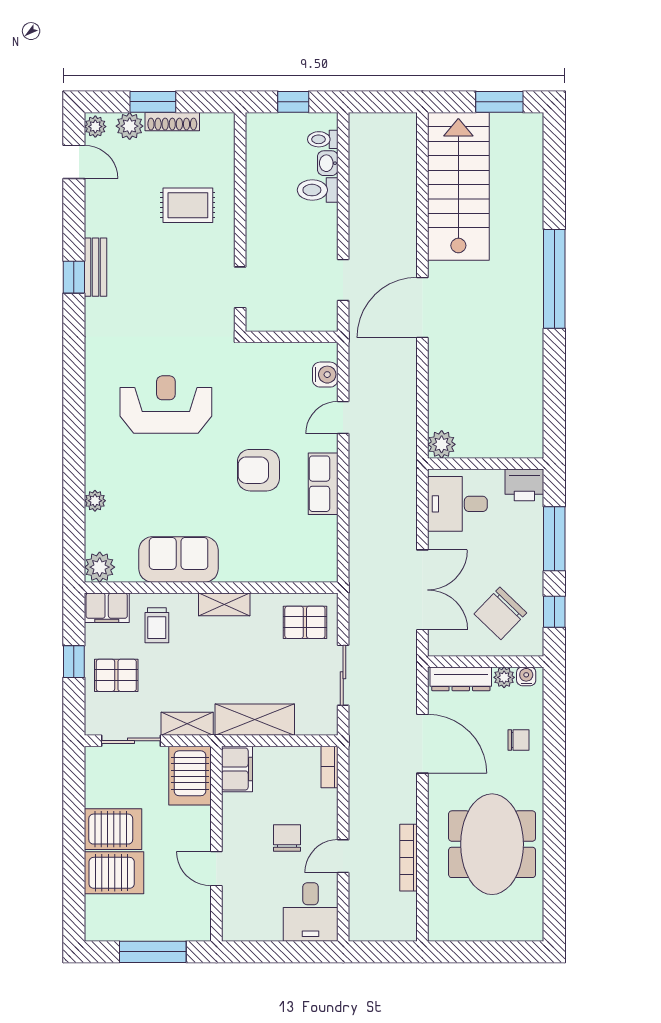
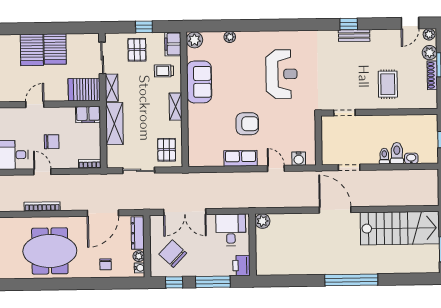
toilet: (323, 139) -> (384, 156), moved
armchair: (258, 470) -> (247, 124), turned 90

